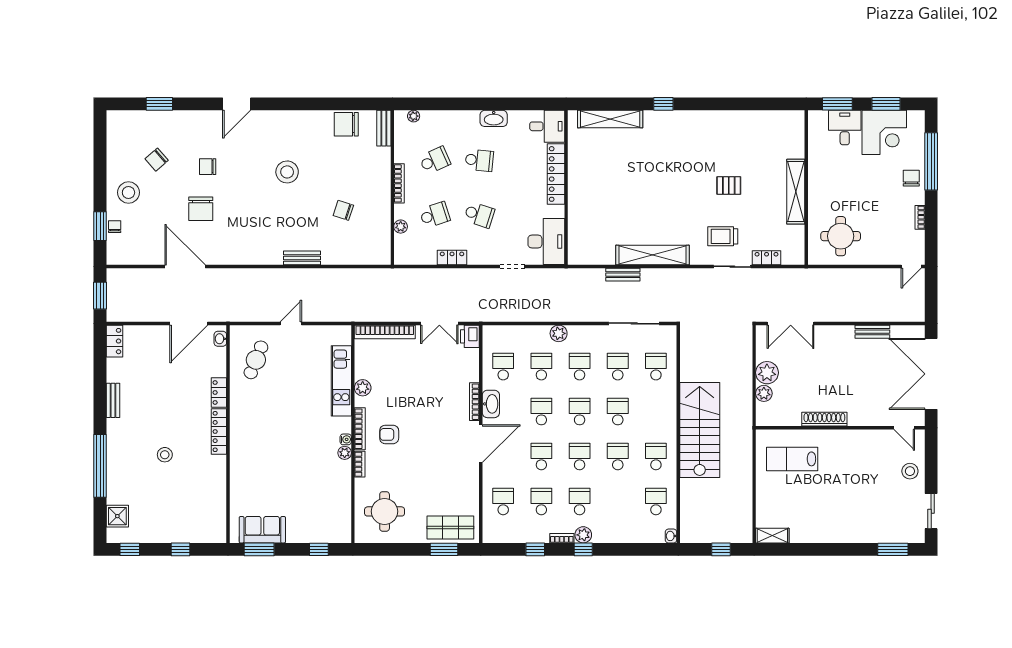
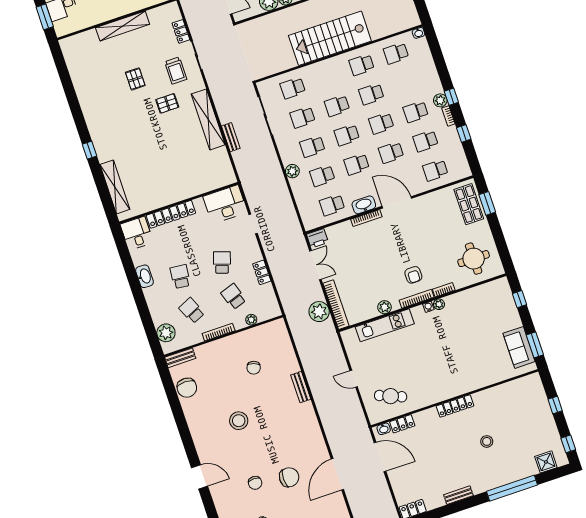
plant: (414, 116) -> (166, 333), width x1.87, depth x1.87
pallet: (687, 213) -> (167, 103), added
plant: (383, 309) -> (319, 312), added
locker: (219, 393) -> (402, 424), moved

